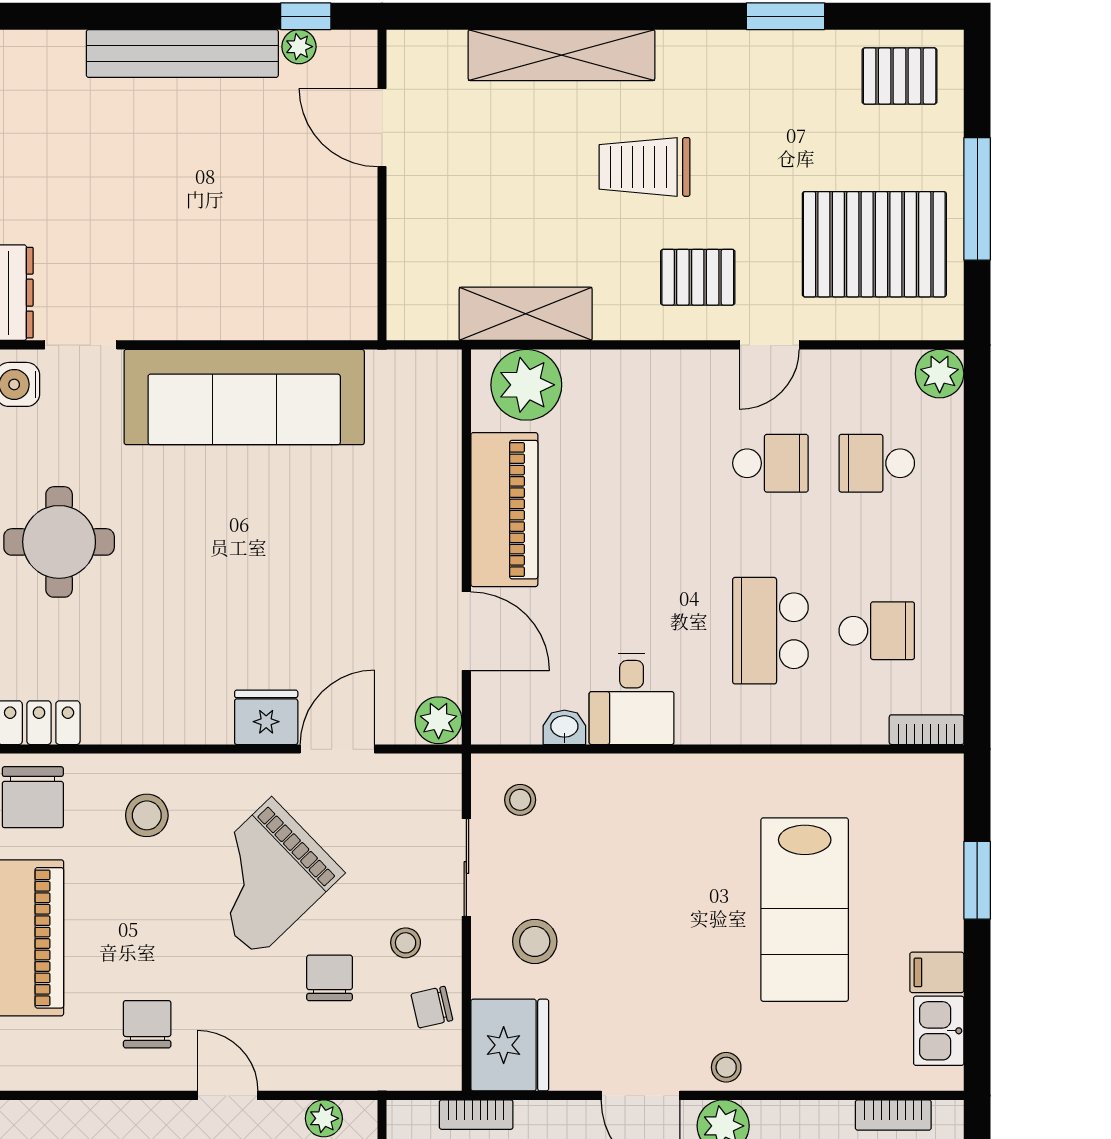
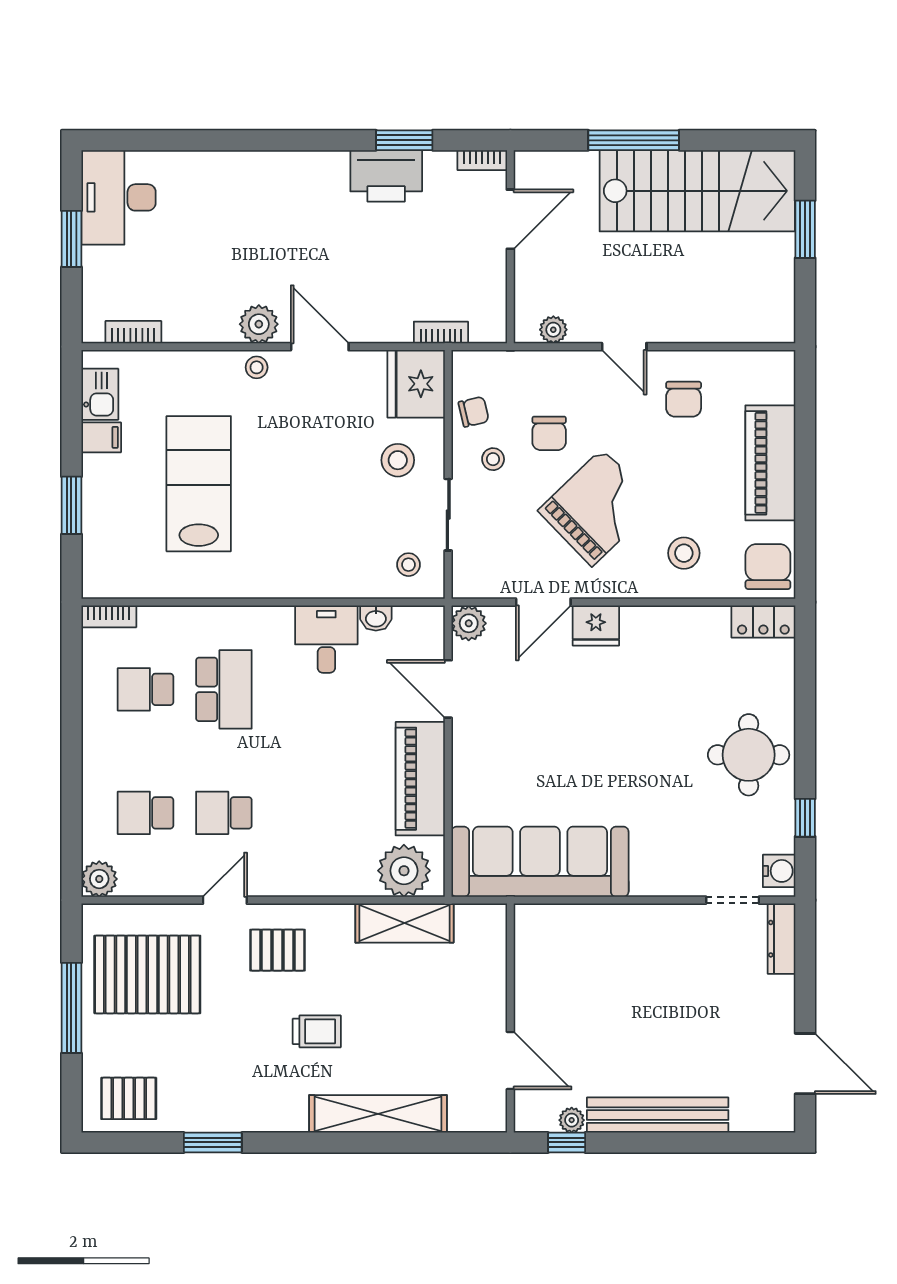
trolley: (645, 167) -> (317, 1031), width x0.73, depth x0.72
sofa: (244, 397) -> (540, 862), moved
school desk: (877, 463) -> (146, 813), turned 180

